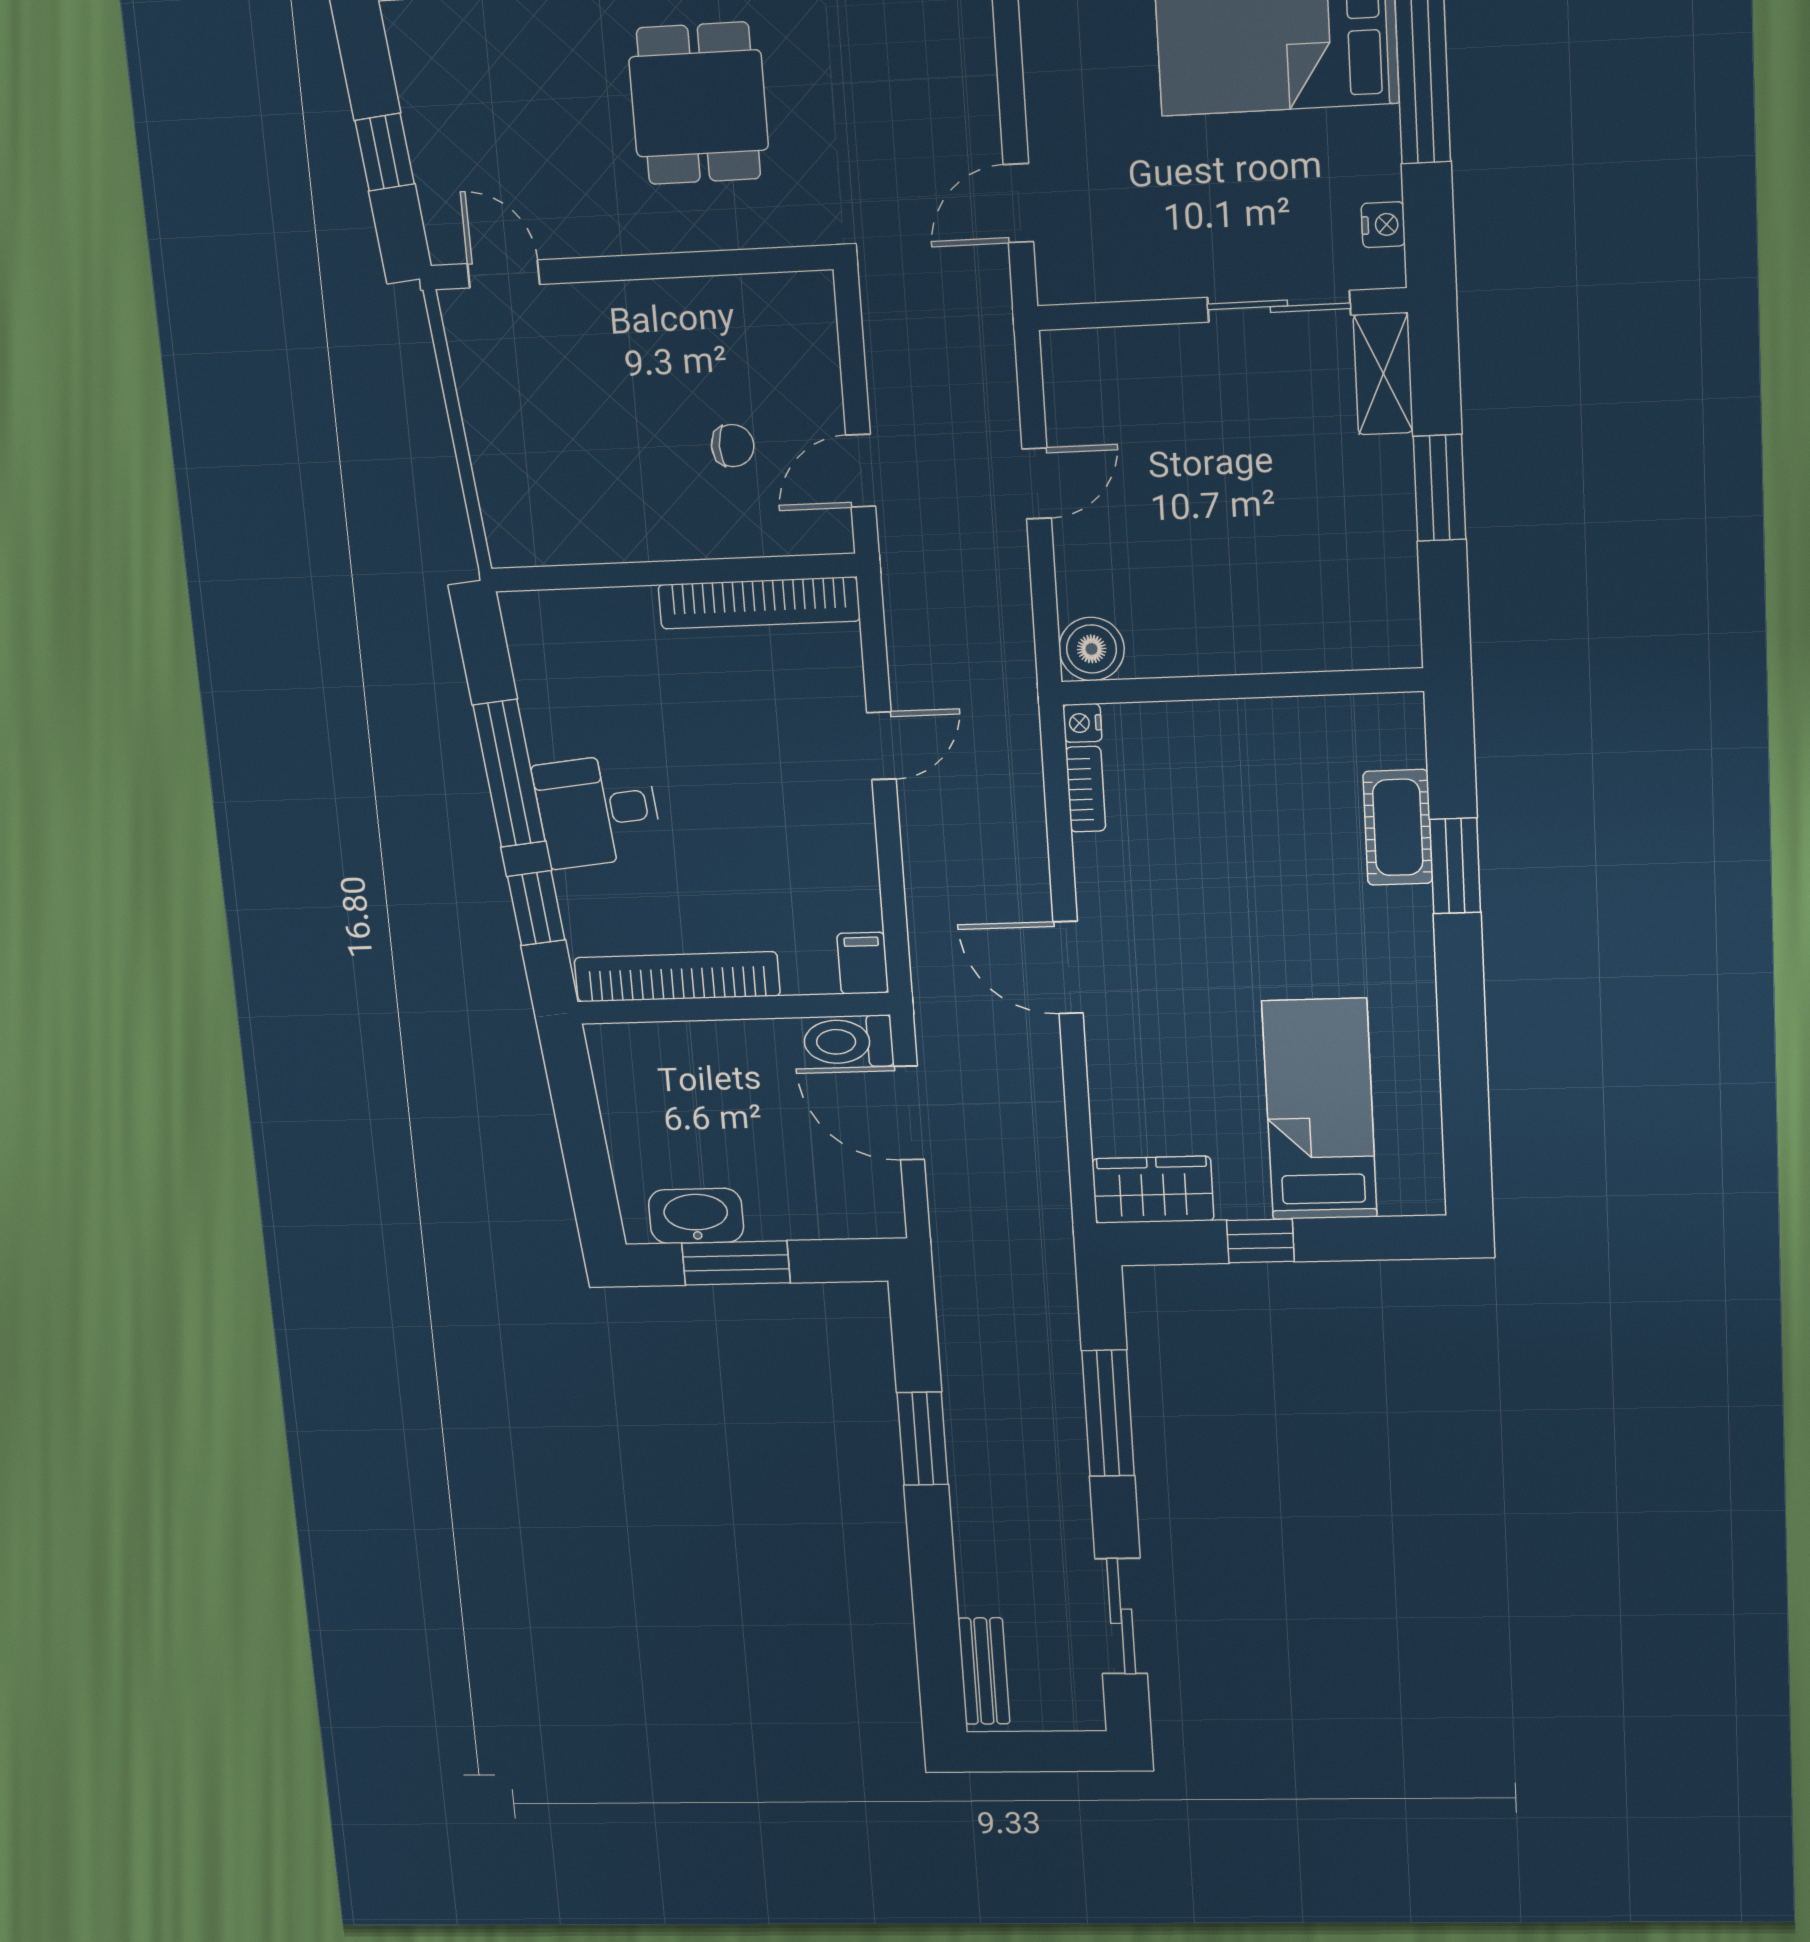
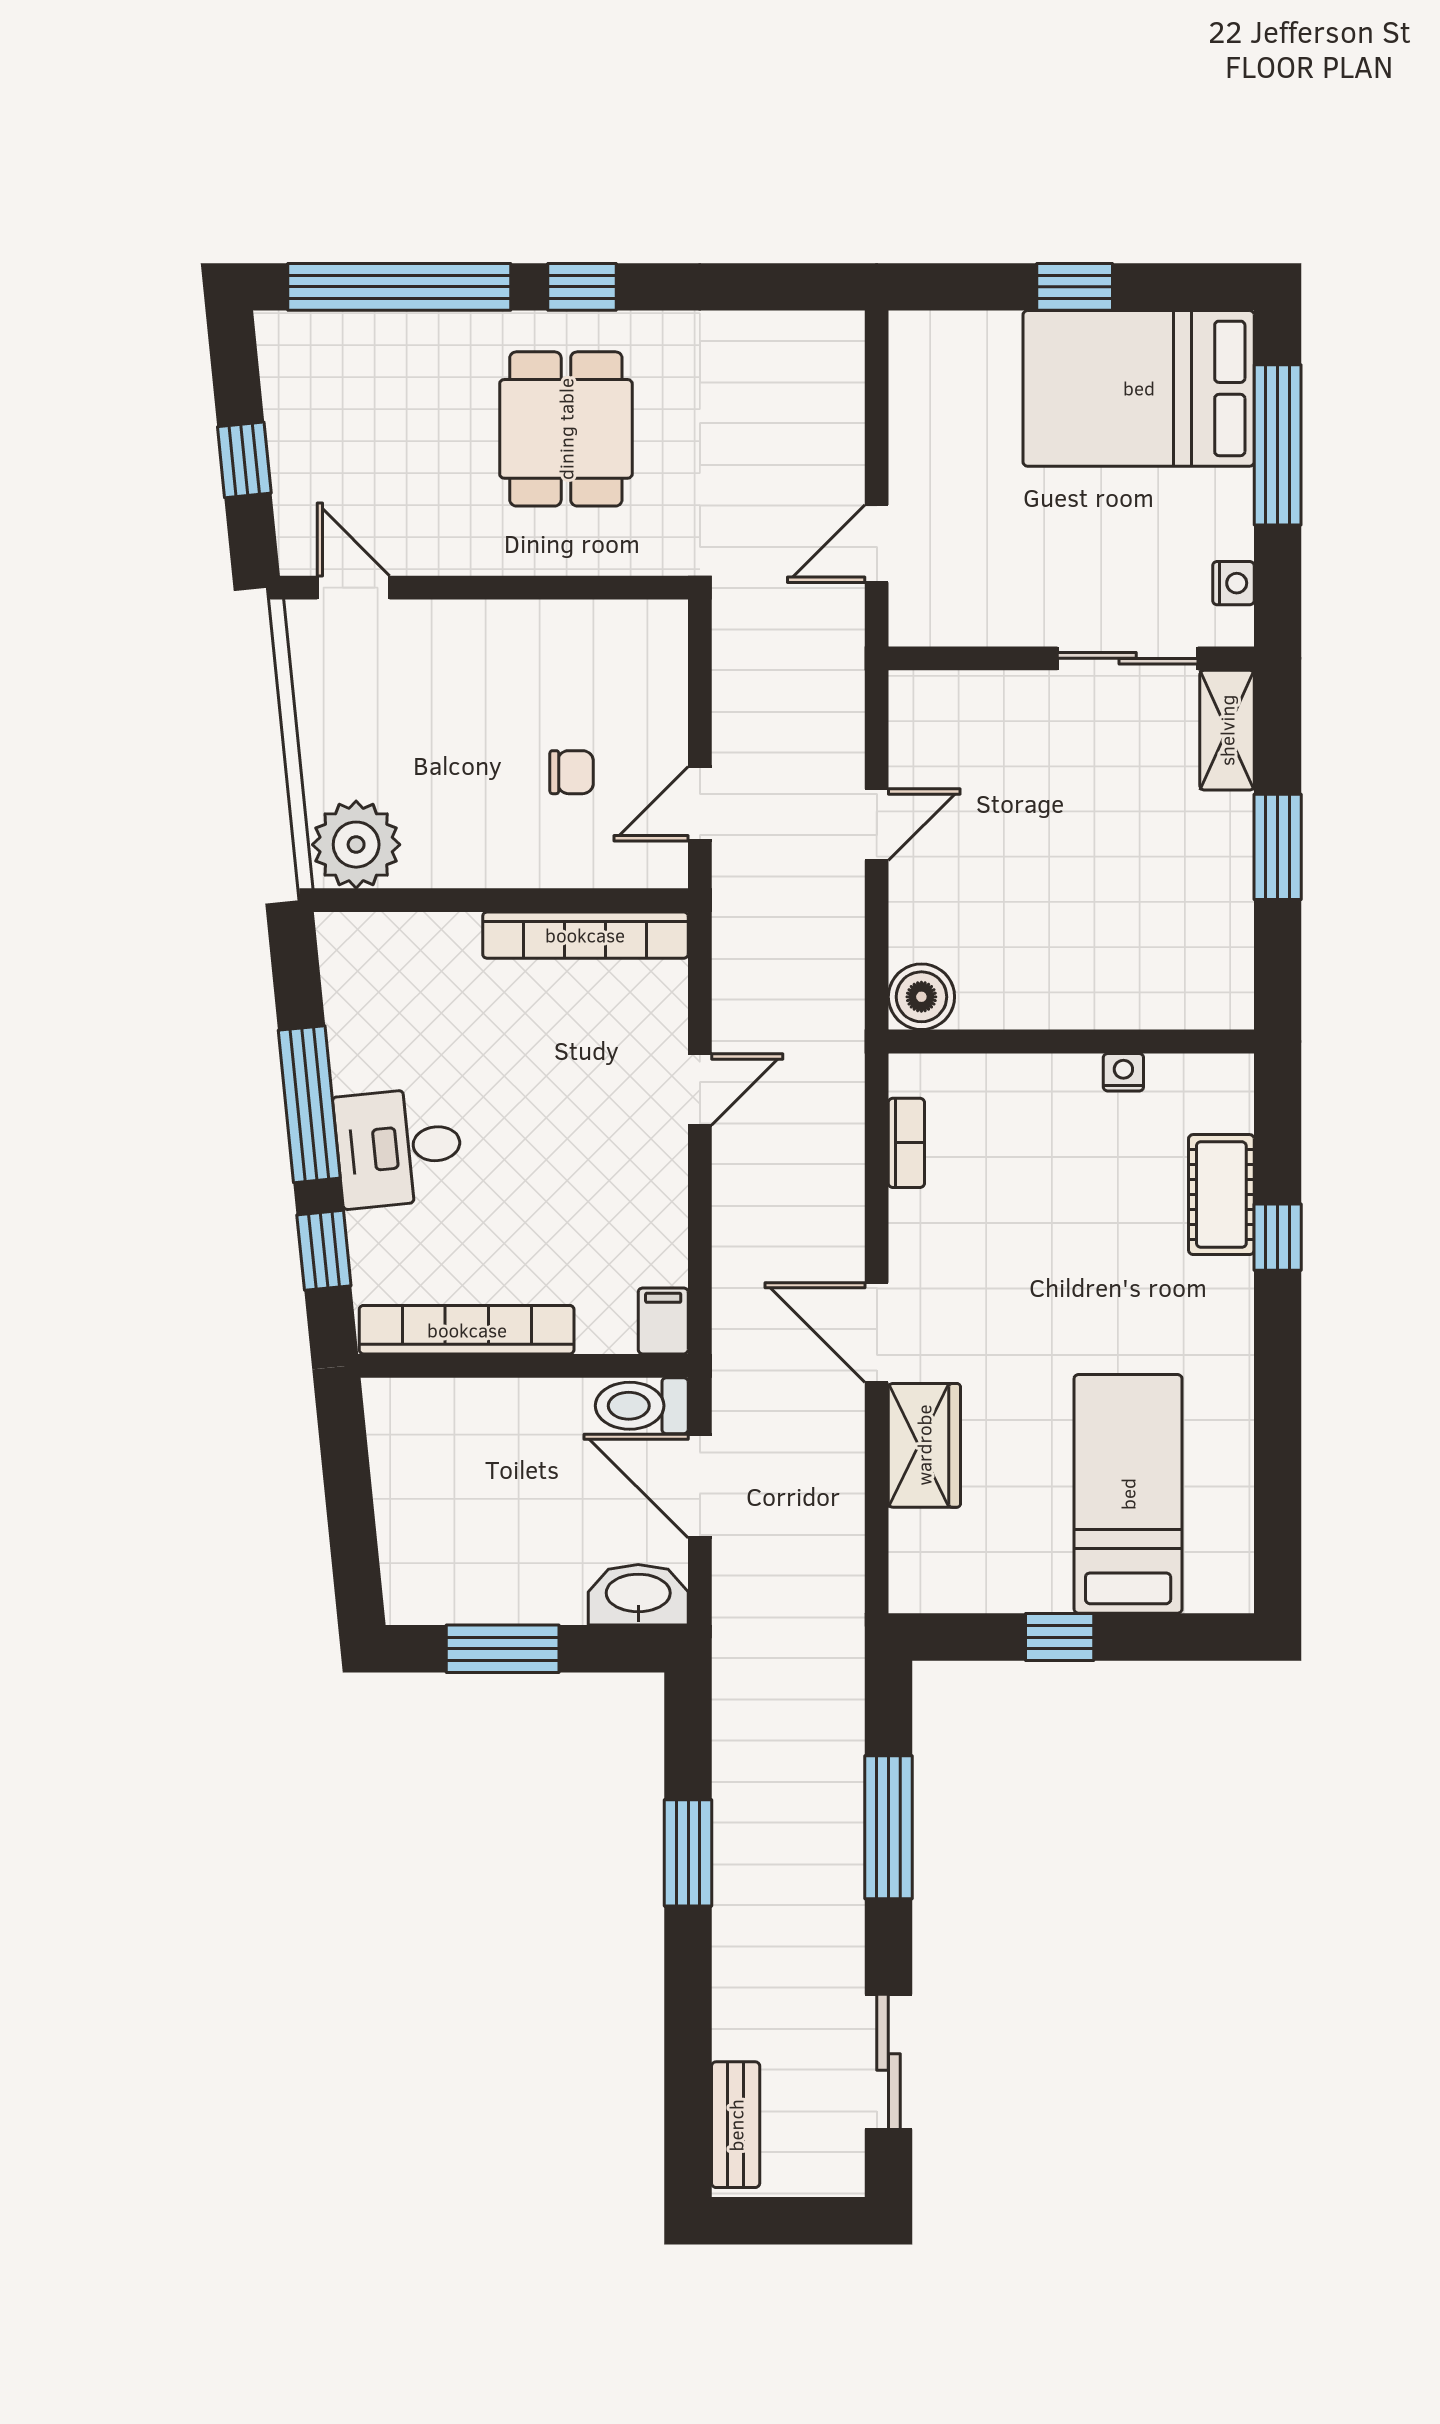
plant: (530, 525) -> (356, 845), added
nightstand: (1082, 723) -> (1123, 1072), moved, turned 90
window: (1455, 866) -> (1278, 1237), width x0.67
wardrobe: (1153, 1190) -> (924, 1445), moved, turned 90
washbasin: (696, 1216) -> (638, 1595), moved

